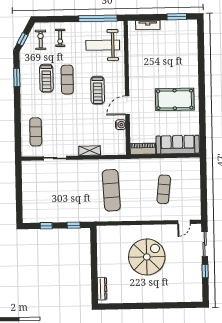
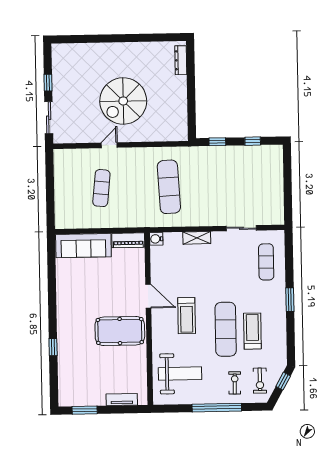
window: (98, 18) -> (217, 408), moved
window: (201, 66) -> (53, 347), added
window: (17, 77) -> (290, 300), moved
exercise mat: (67, 80) -> (226, 329), width x1.36, depth x1.45
treadmill: (98, 90) -> (187, 316), turned 180
pool table: (175, 99) -> (120, 331), moved
door: (127, 105) -> (148, 296), hinge flipped
water cooler: (121, 125) -> (156, 239), moved
door: (184, 222) -> (109, 145), moved

